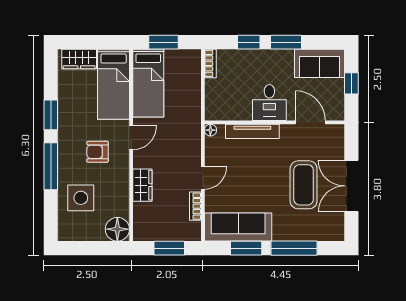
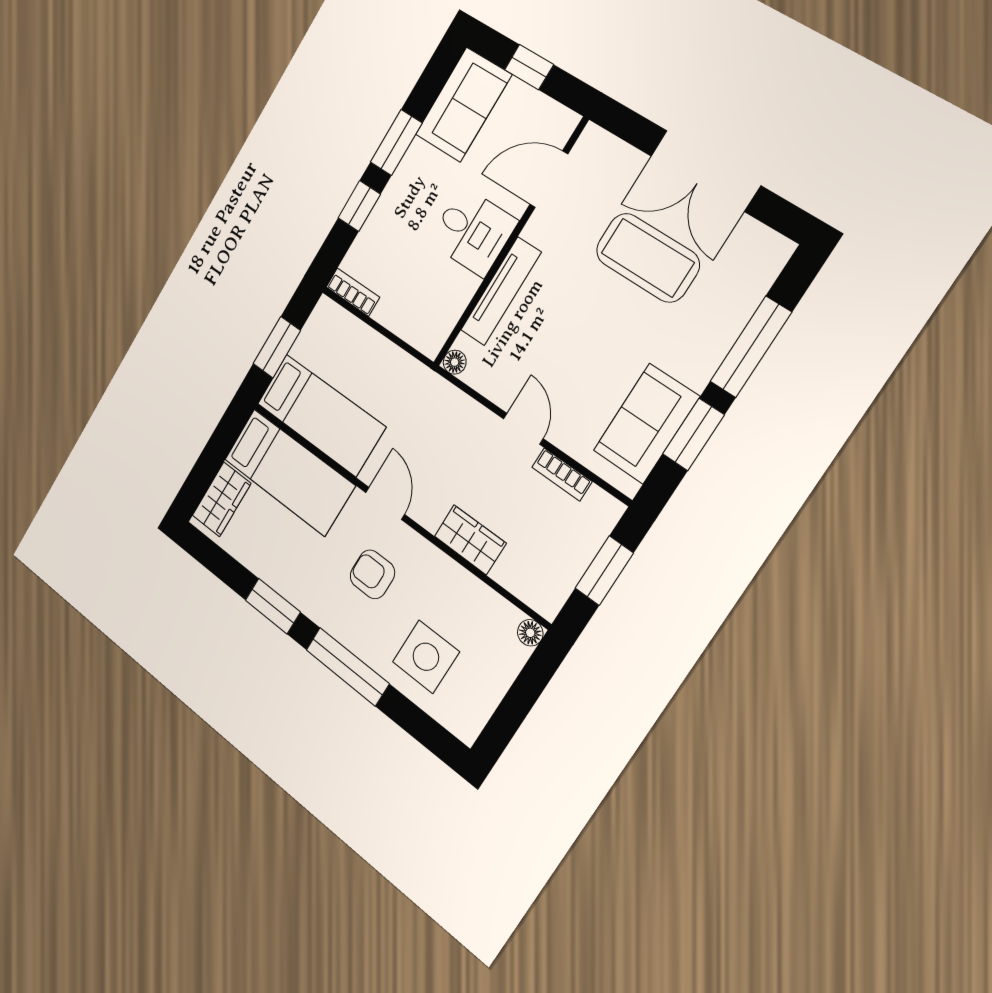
armchair: (98, 152) -> (372, 574), turned 90
sofa: (238, 227) -> (646, 424), width x0.73
floor lamp: (117, 229) -> (530, 633), width x0.53, depth x0.53

